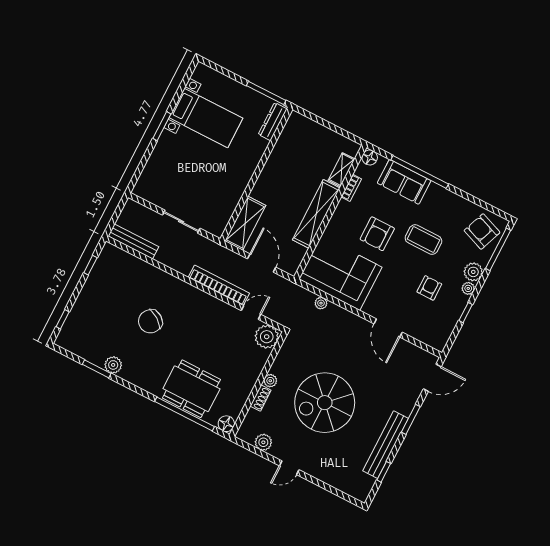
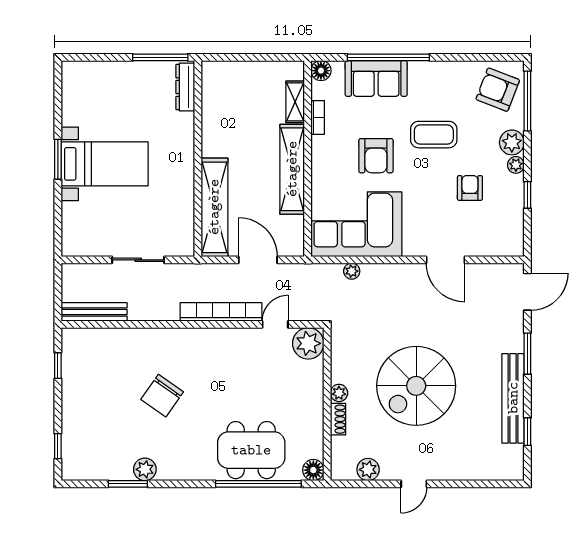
bed with nightstands: (206, 118) -> (105, 164), moved
shelving: (245, 223) -> (214, 207), width x1.47

